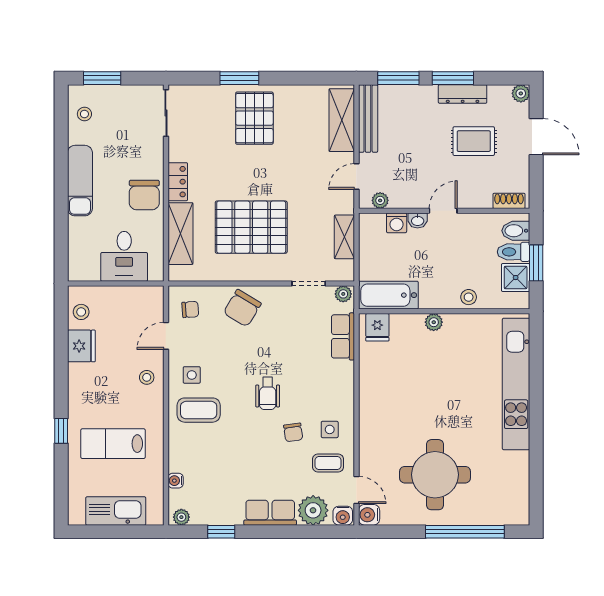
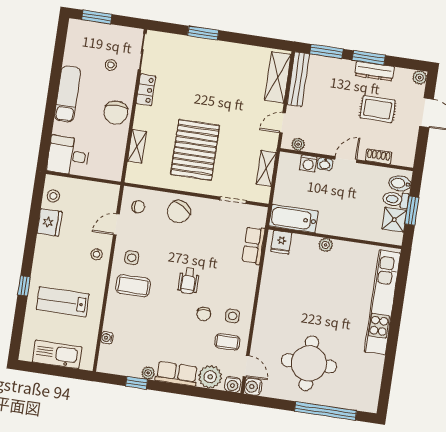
stool: (84, 114) -> (111, 65), moved
pallet: (254, 118) -> (210, 66), removed
locker: (178, 182) -> (146, 90), moved
shoe rack: (509, 201) -> (379, 157), moved
pallet: (251, 227) -> (195, 150), turned 90
shelving: (180, 234) -> (137, 146), width x0.67, depth x0.75
desk: (124, 256) -> (68, 156), moved, turned 90
plant: (343, 294) -> (259, 212), removed
stool: (469, 297) -> (356, 229), removed
plant: (181, 517) -> (148, 373), moved

